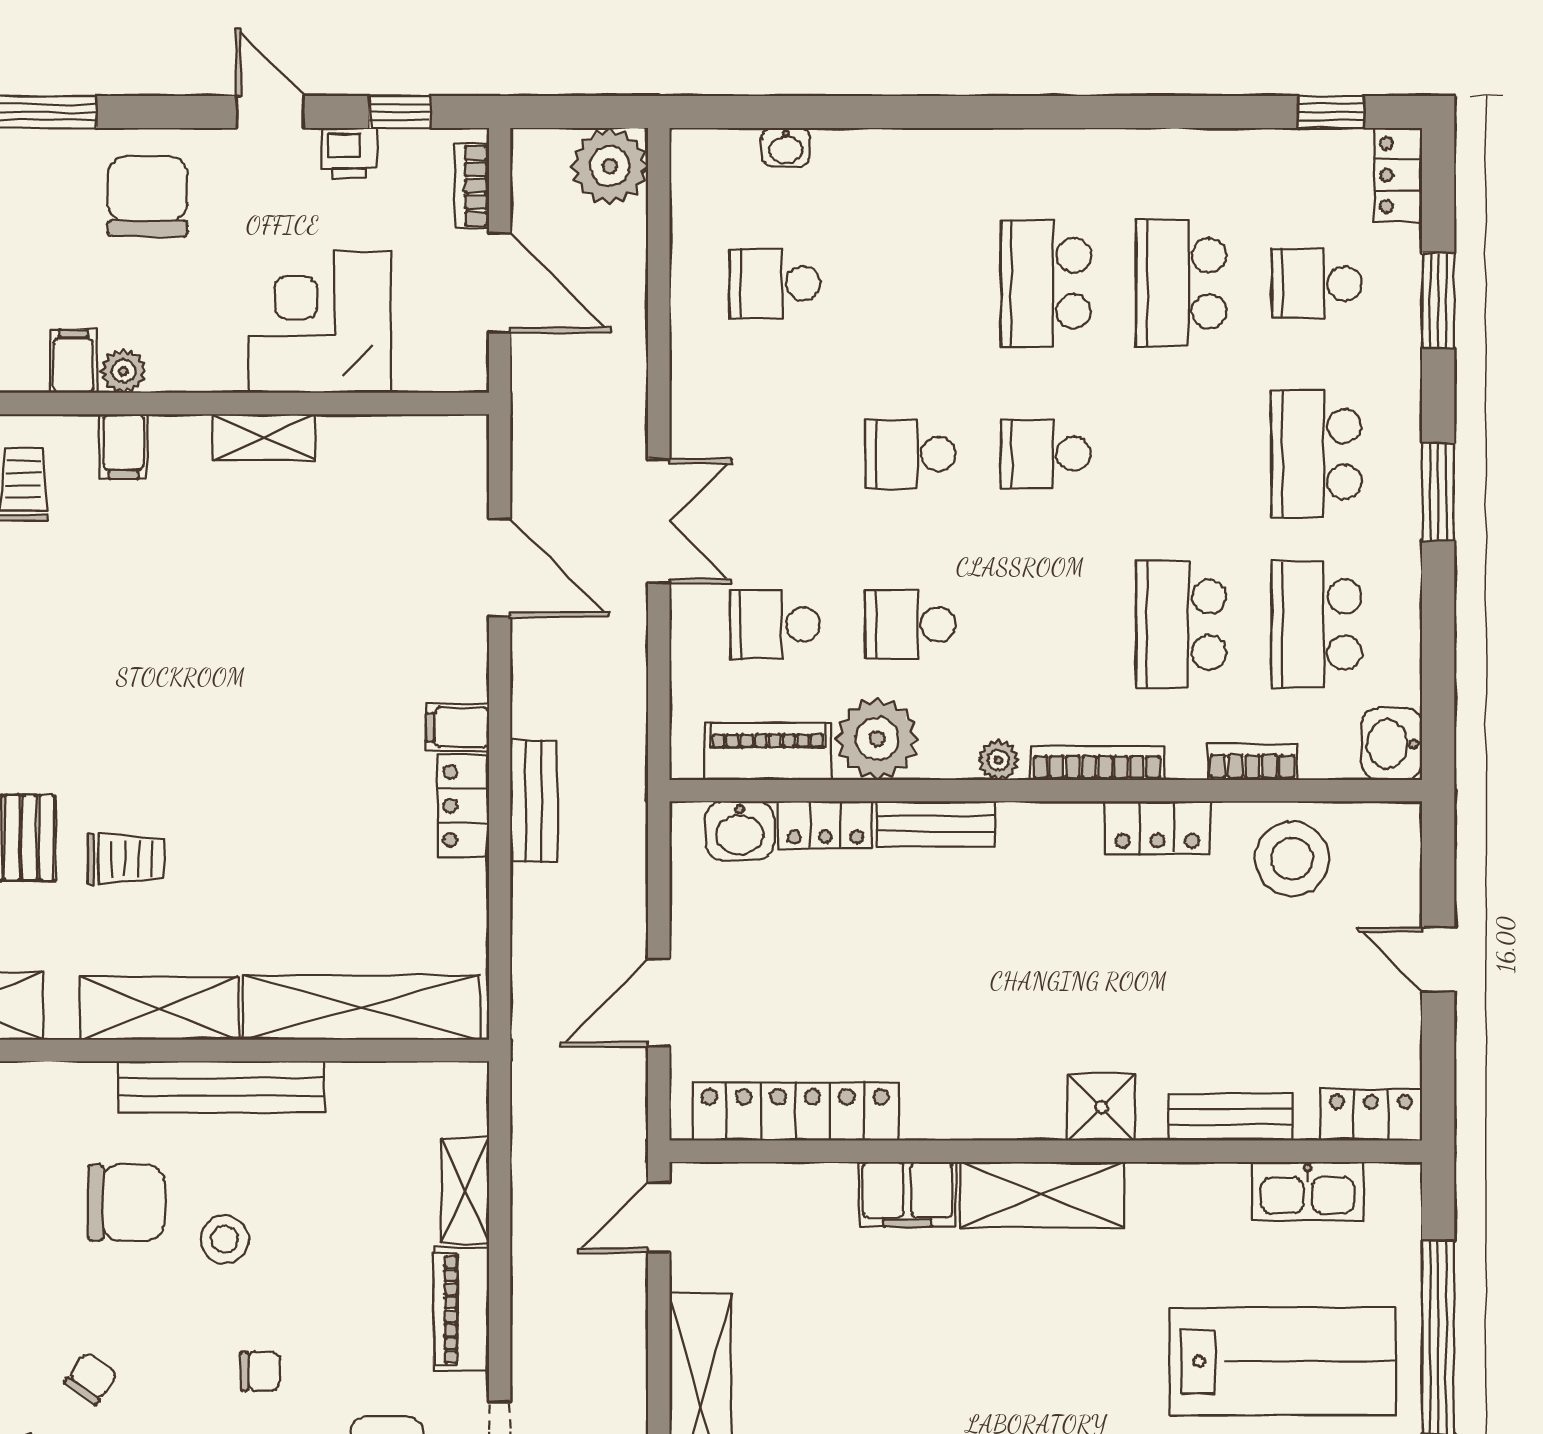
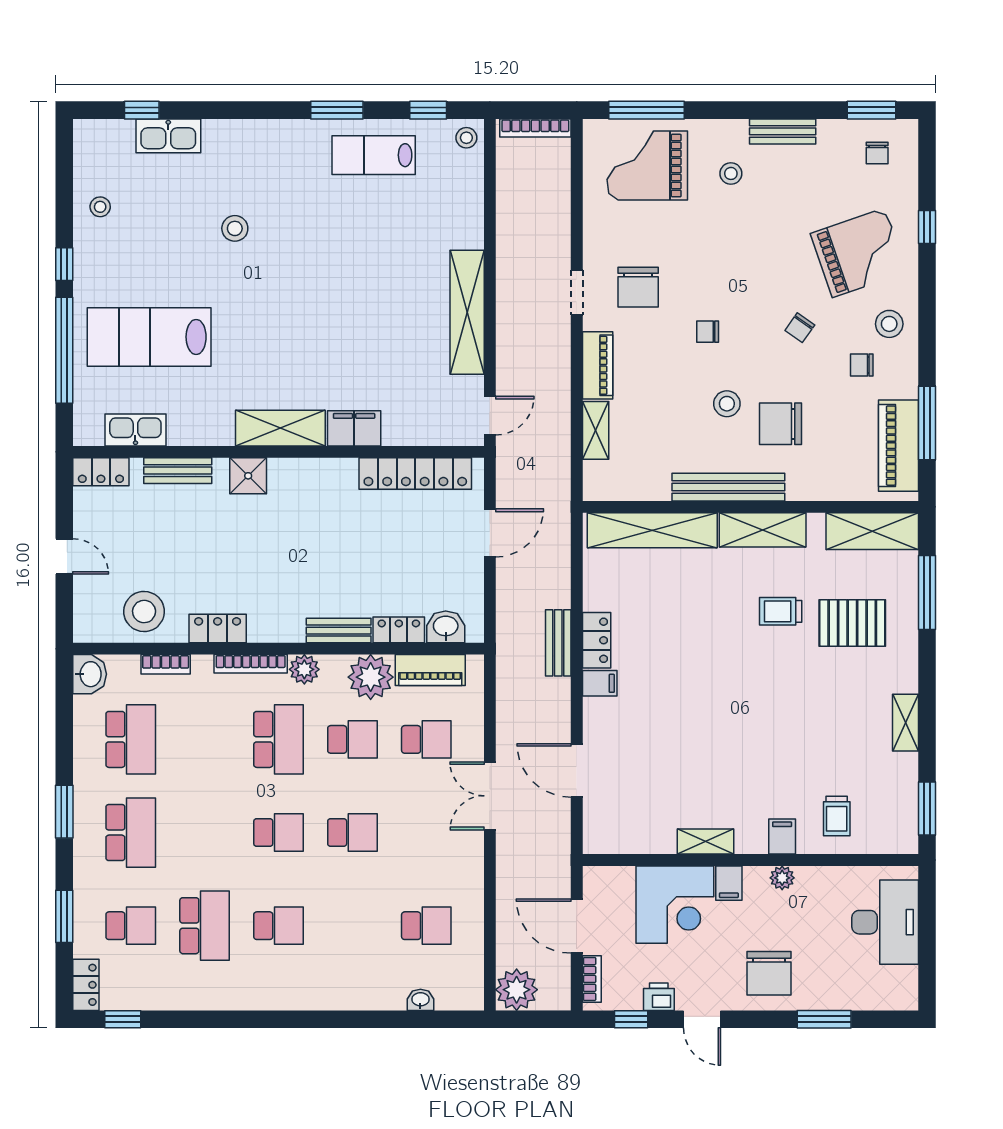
school desk: (1046, 283) -> (279, 926), width x0.54
filing cabinet: (73, 361) -> (729, 883), moved
school desk: (1181, 624) -> (279, 739), moved
plant: (999, 760) -> (304, 669), width x1.38, depth x1.38

